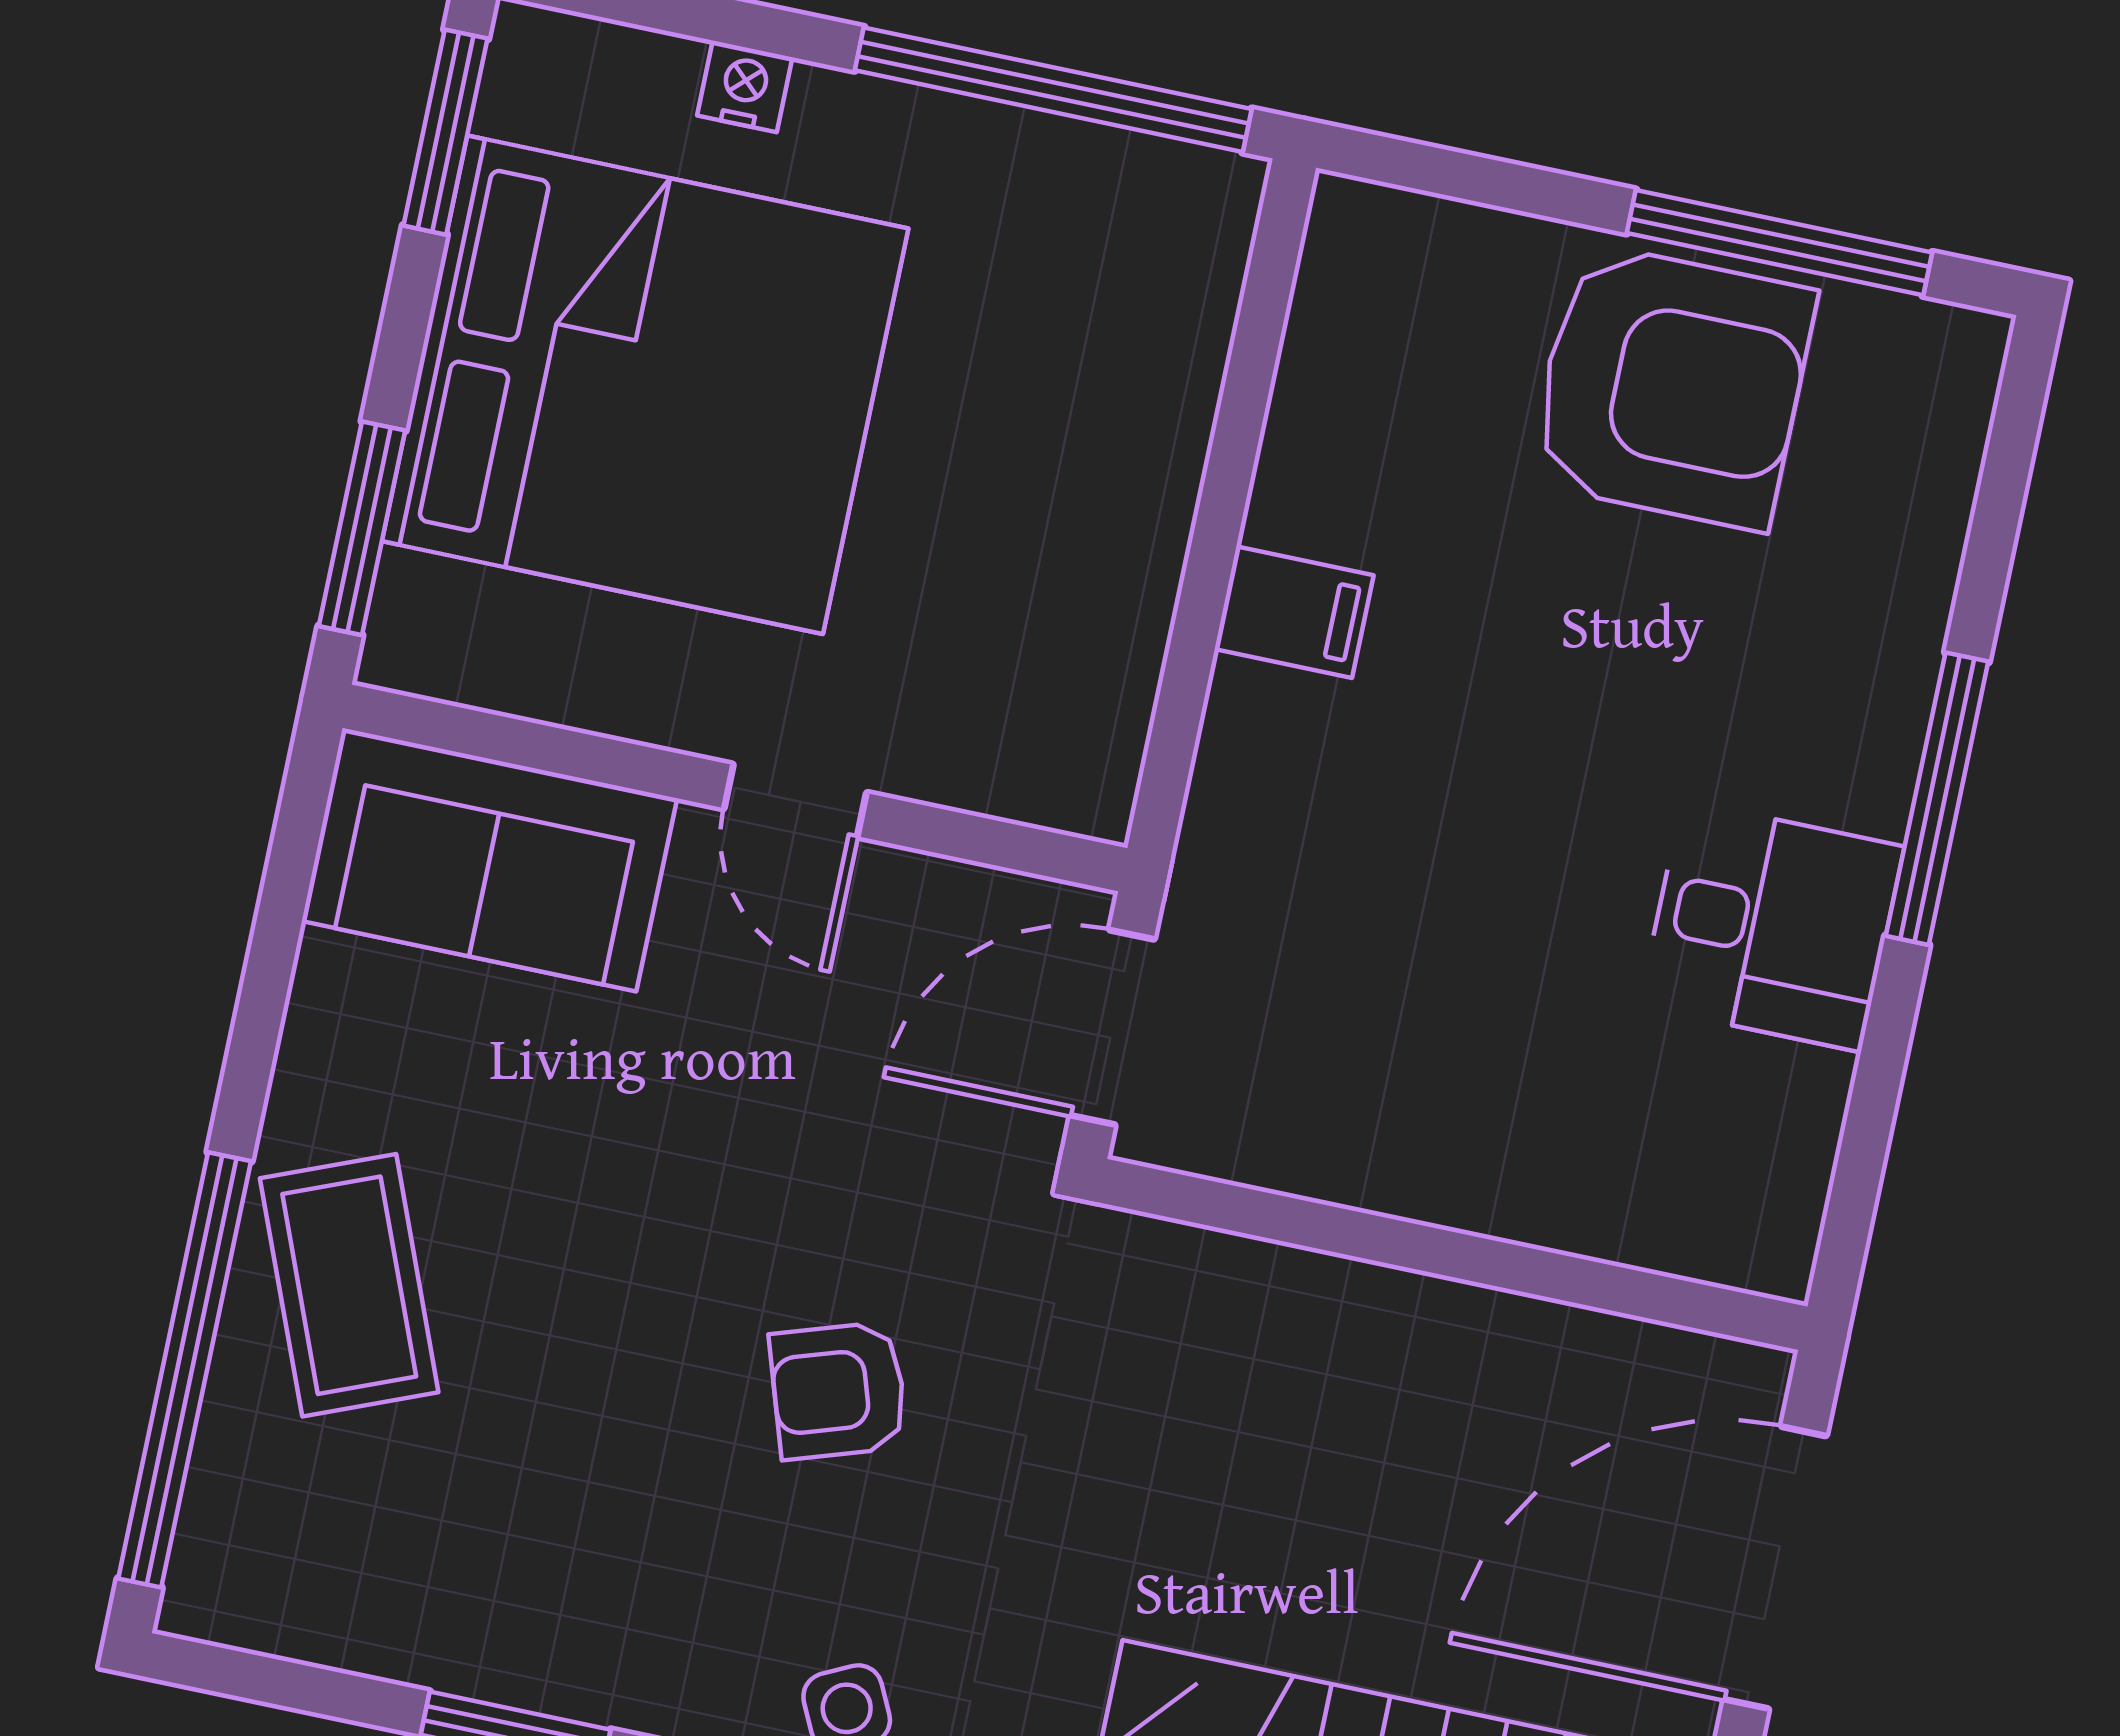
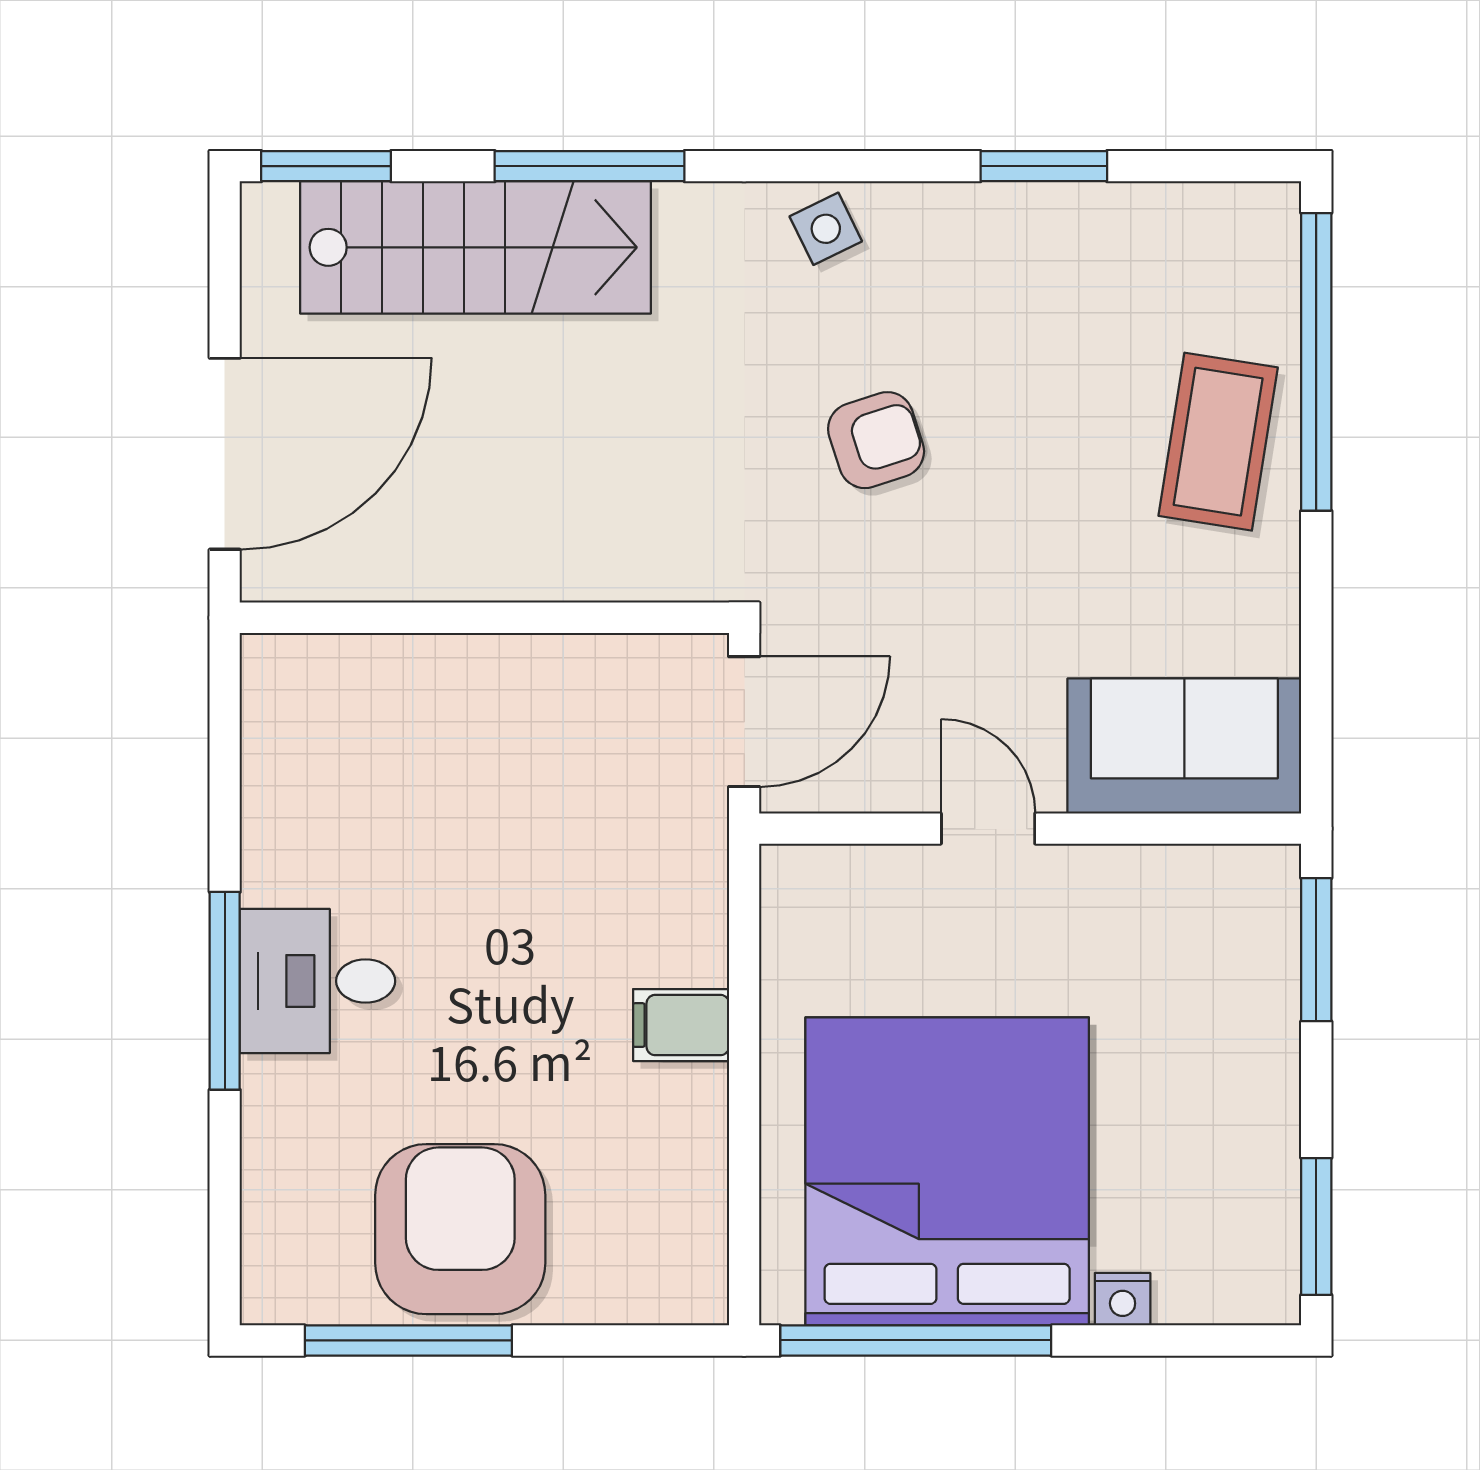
bed: (645, 385) -> (947, 1171), moved, turned 90
armchair: (1672, 386) -> (460, 1229), turned 90
desk: (1772, 926) -> (317, 981), moved
coffee table: (349, 1285) -> (1218, 442), turned 31

